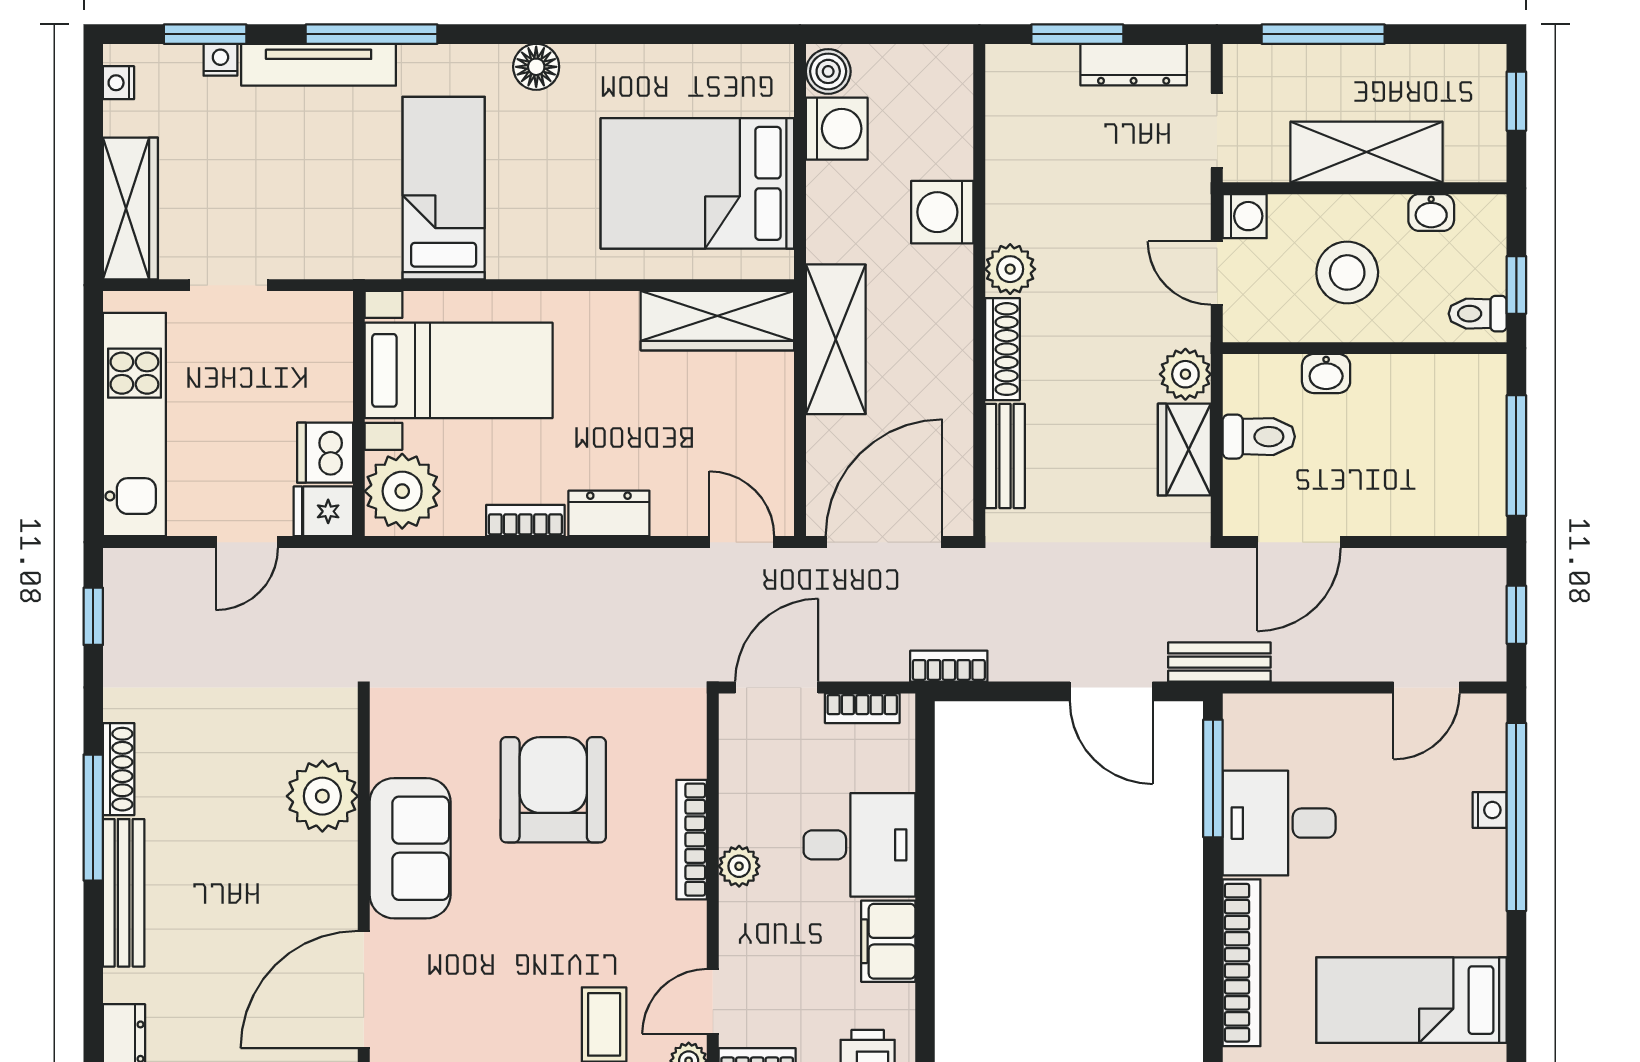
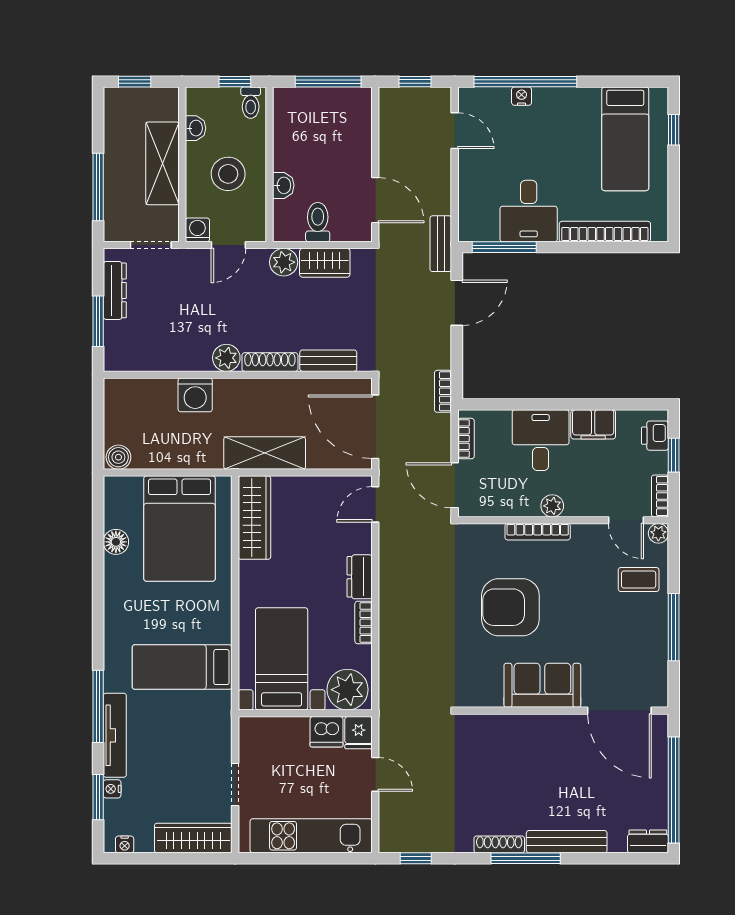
floor lamp: (536, 67) -> (116, 542), moved
washing machine: (837, 129) -> (150, 453), removed
plant: (322, 796) -> (514, 733), removed

